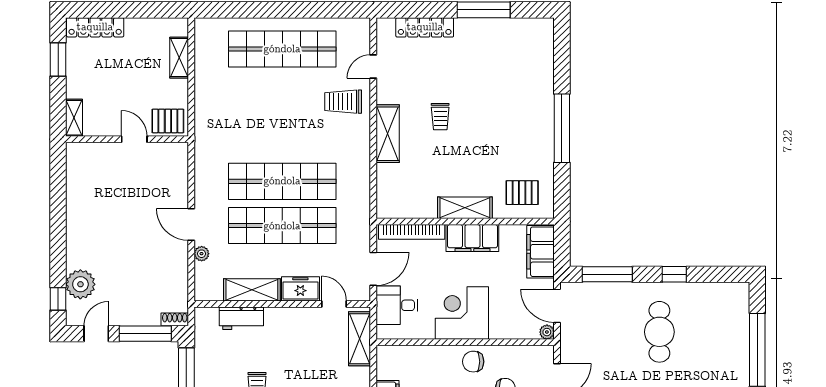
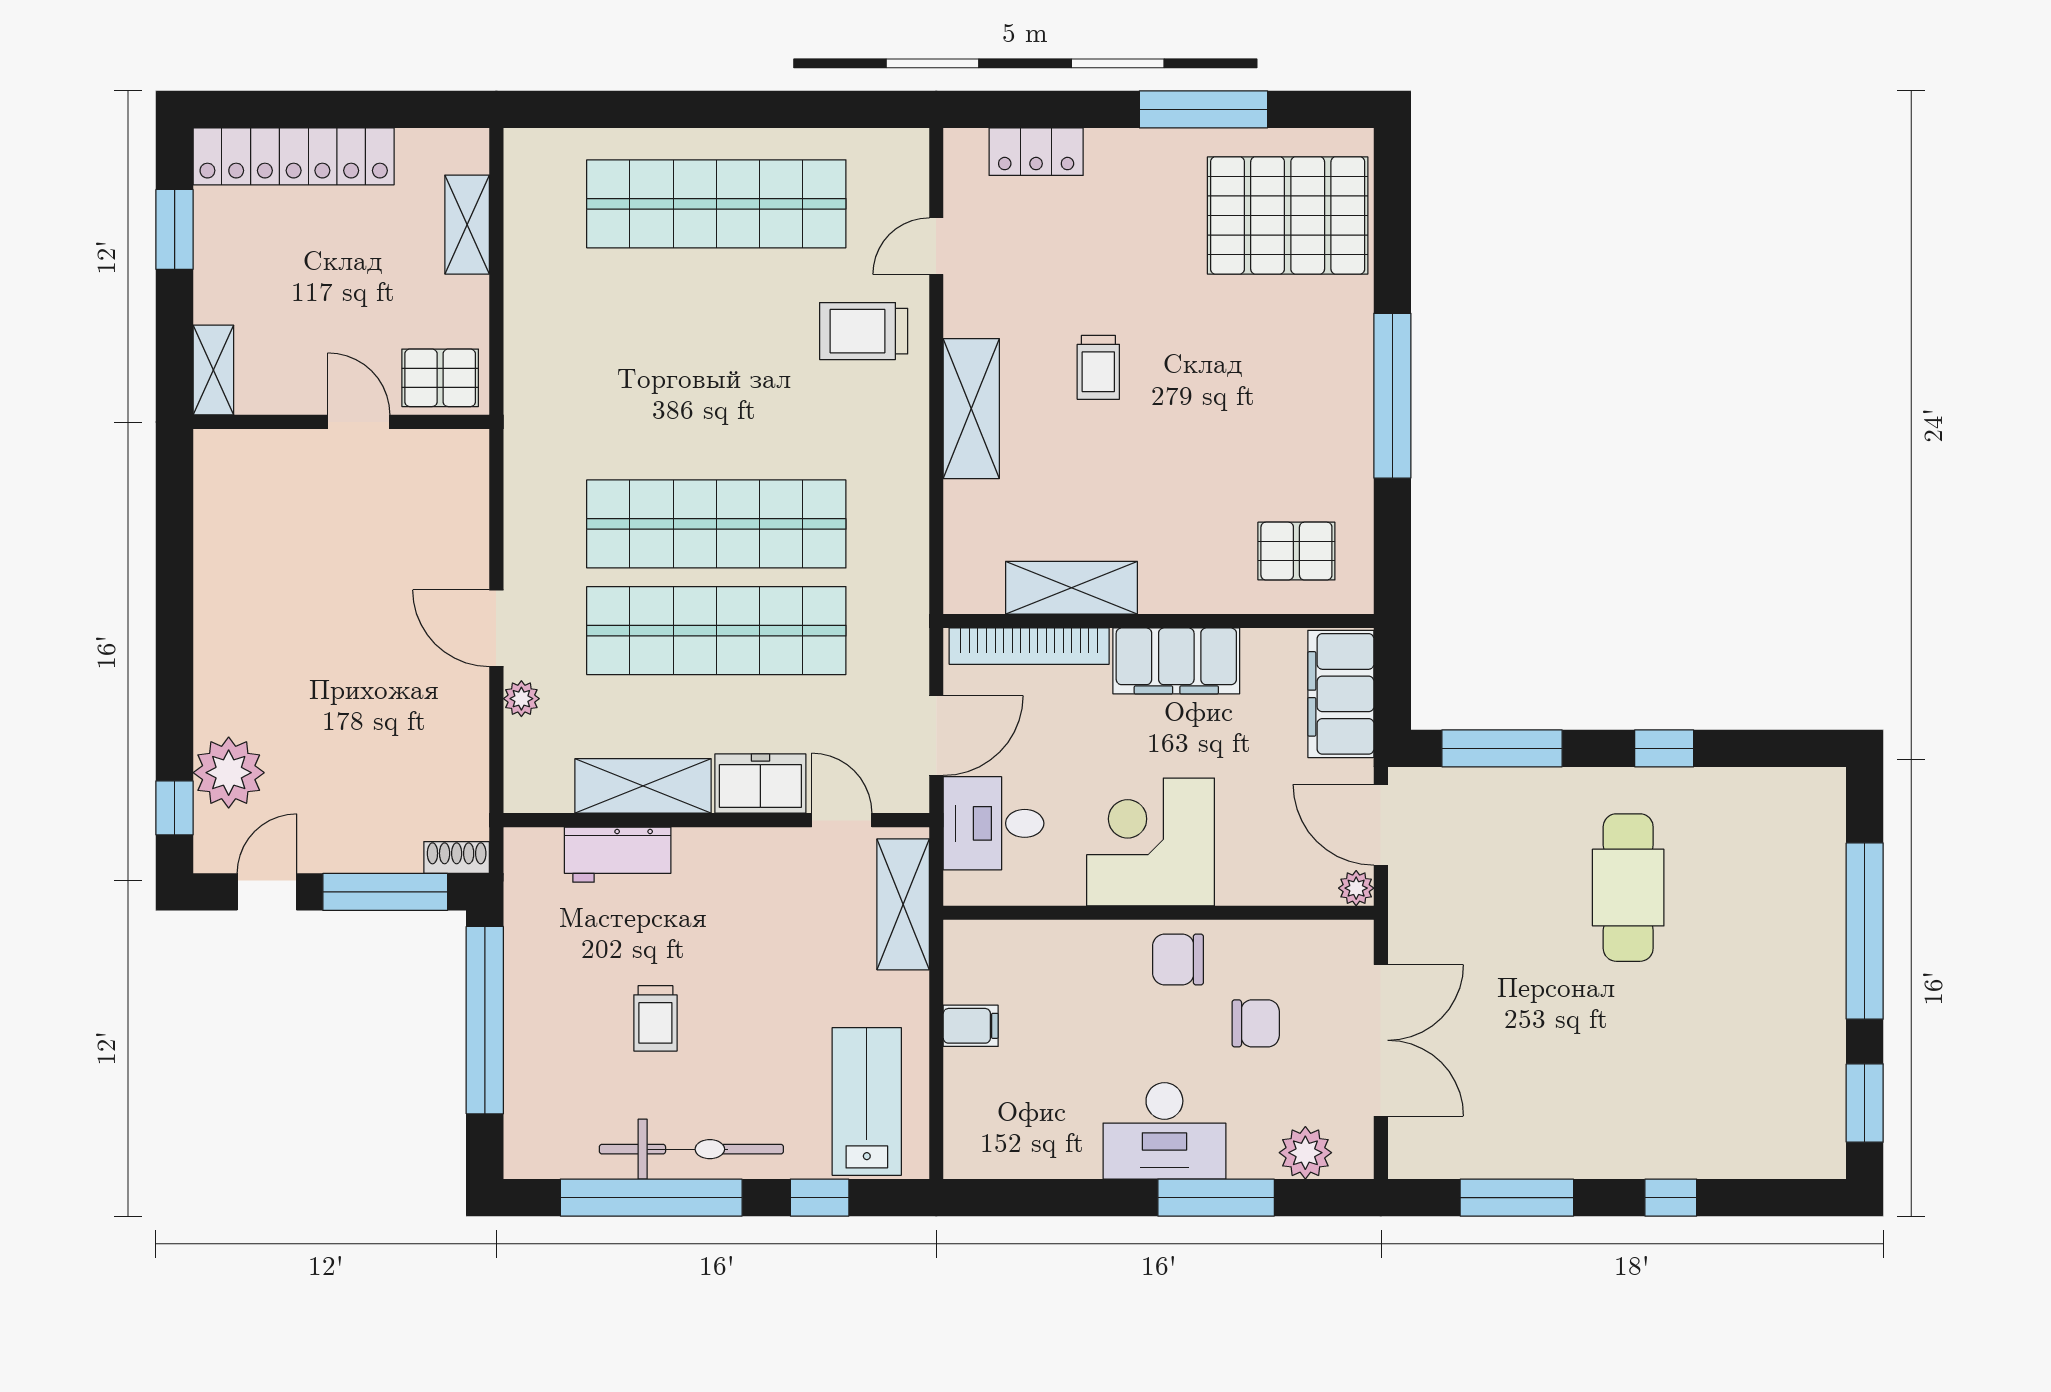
locker: (95, 27) -> (294, 156), width x1.41, depth x1.21
locker: (425, 27) -> (1036, 152), width x0.66
pallet: (519, 54) -> (1288, 215), added
shelving: (465, 208) -> (1071, 588), moved

